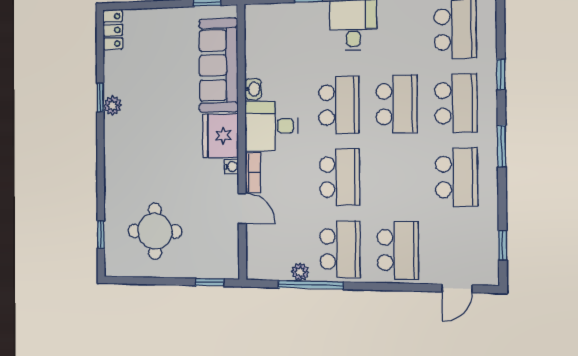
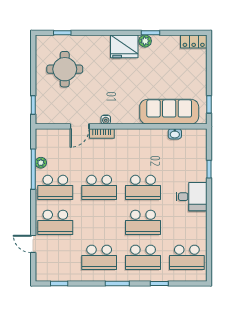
washbasin: (253, 89) -> (175, 134), moved
desk: (271, 126) -> (131, 145), removed
fridge: (220, 136) -> (124, 46), moved, turned 180
door: (457, 288) -> (33, 244), moved

